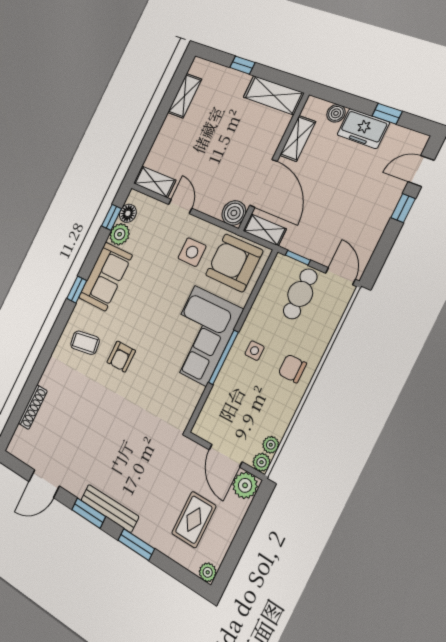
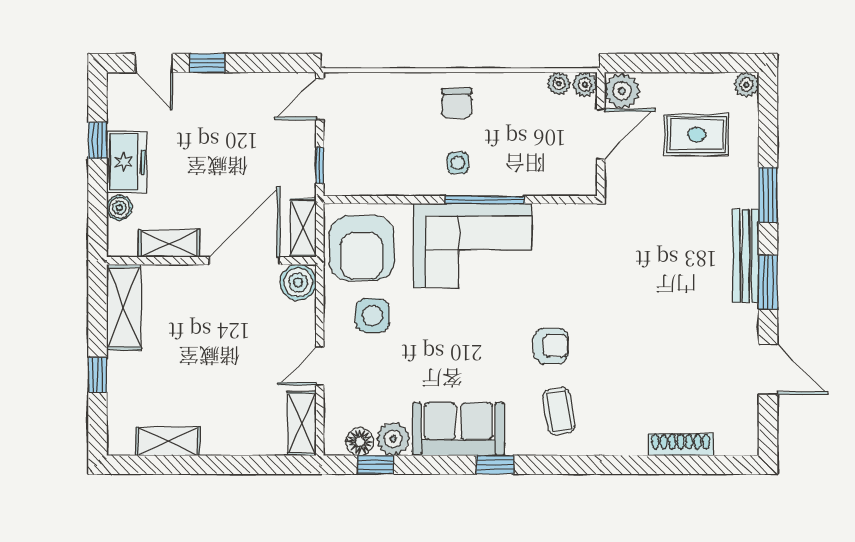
cafe table: (300, 294) -> (363, 139), removed

